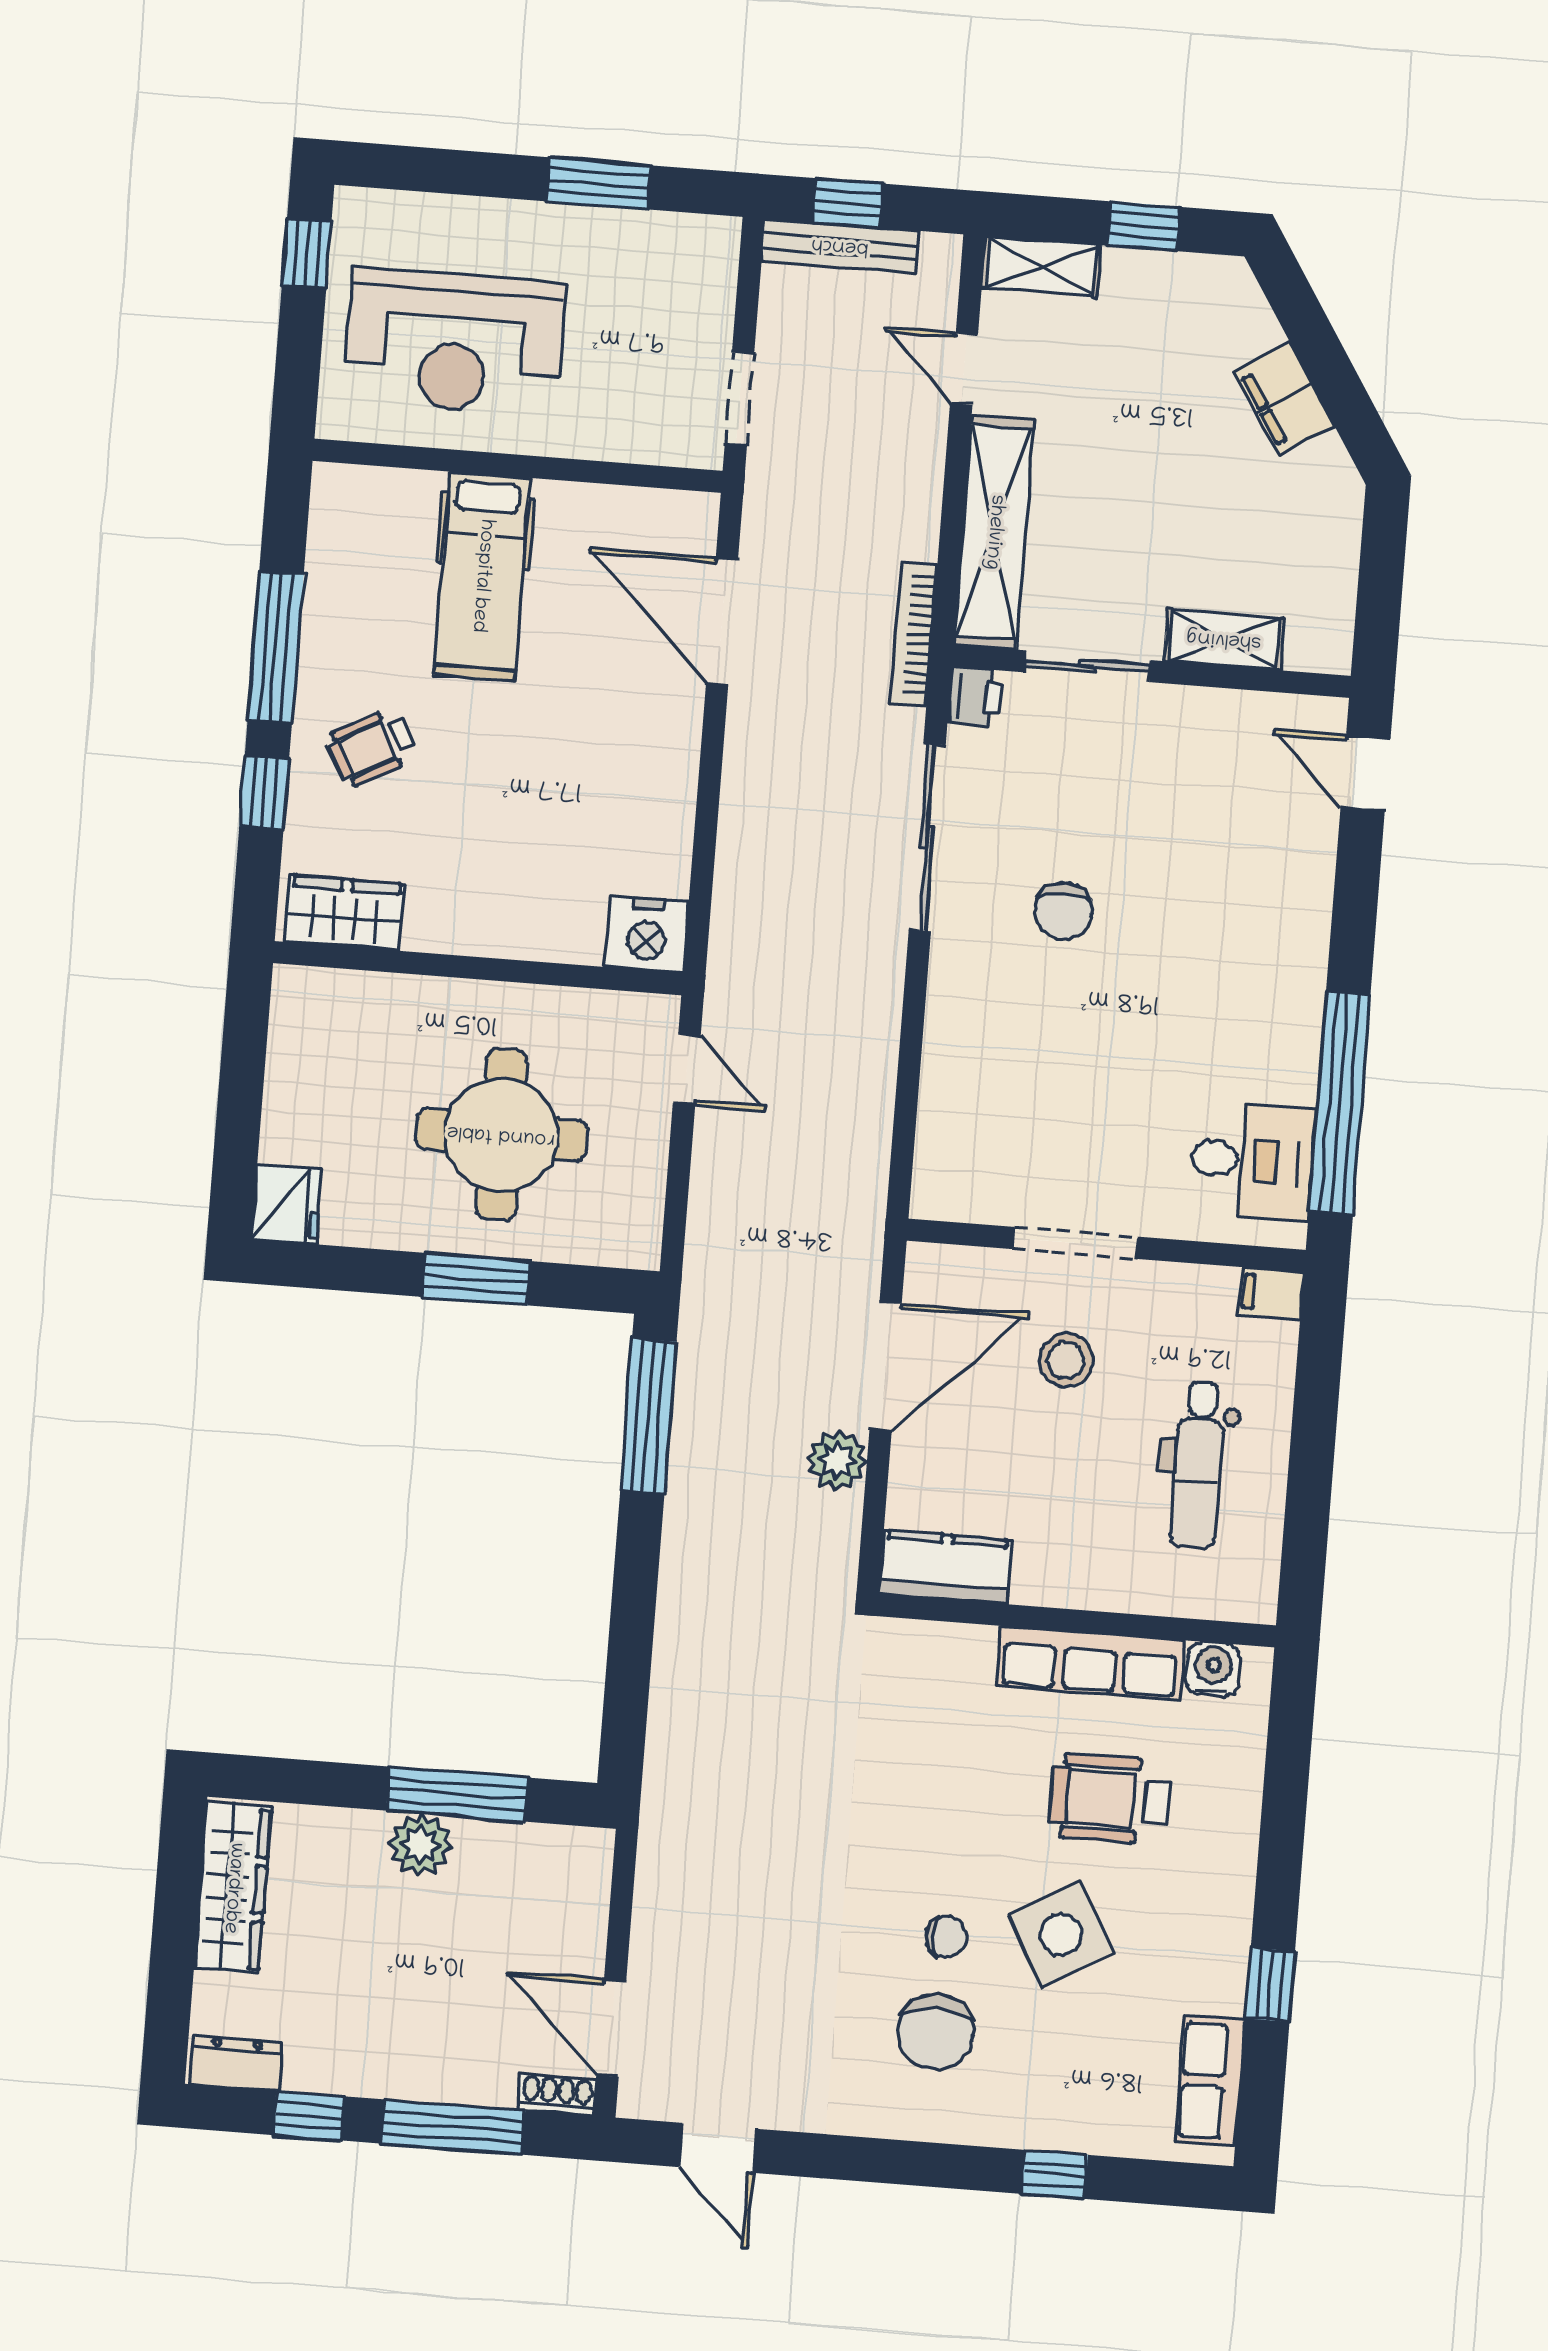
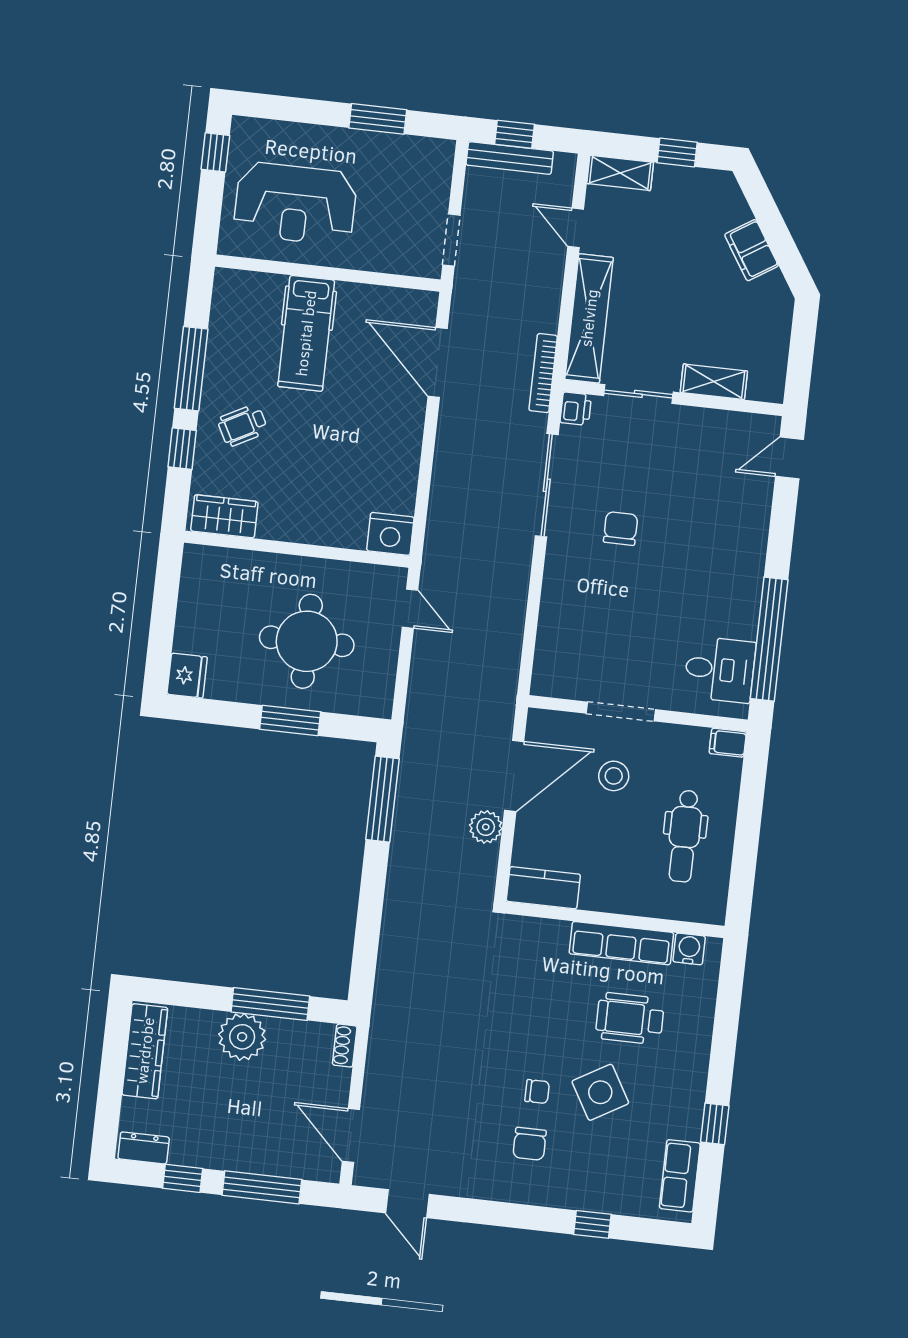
door: (1365, 773) -> (789, 458), hinge flipped
chair: (1064, 911) -> (621, 528), turned 180
plant: (420, 1845) -> (242, 1037), width x1.36, depth x1.36
chair: (936, 2032) -> (530, 1144), width x0.73, depth x0.73
shoe rack: (557, 2095) -> (345, 1046), moved, turned -90

